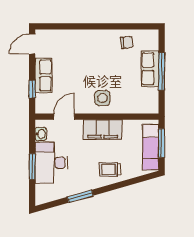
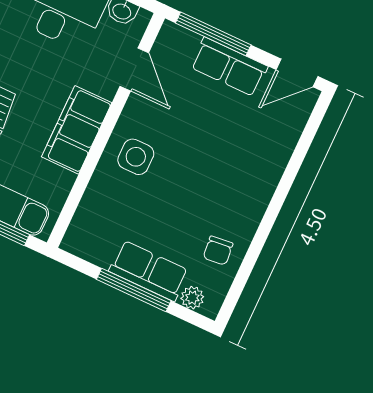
door: (32, 44) -> (297, 73), swing flipped
plant: (153, 44) -> (192, 298), added
window: (32, 89) -> (213, 34), width x2.17

